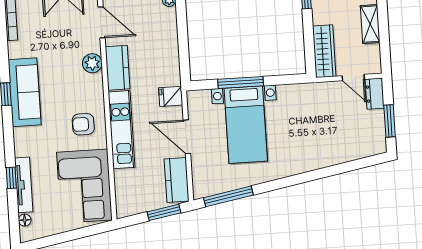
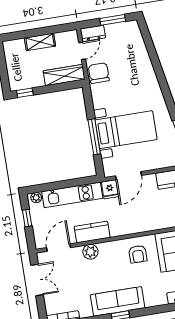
chair: (322, 96) -> (99, 73), added
kitchen unit: (122, 130) -> (72, 195), moved, turned 180
door: (187, 137) -> (128, 176), moved

